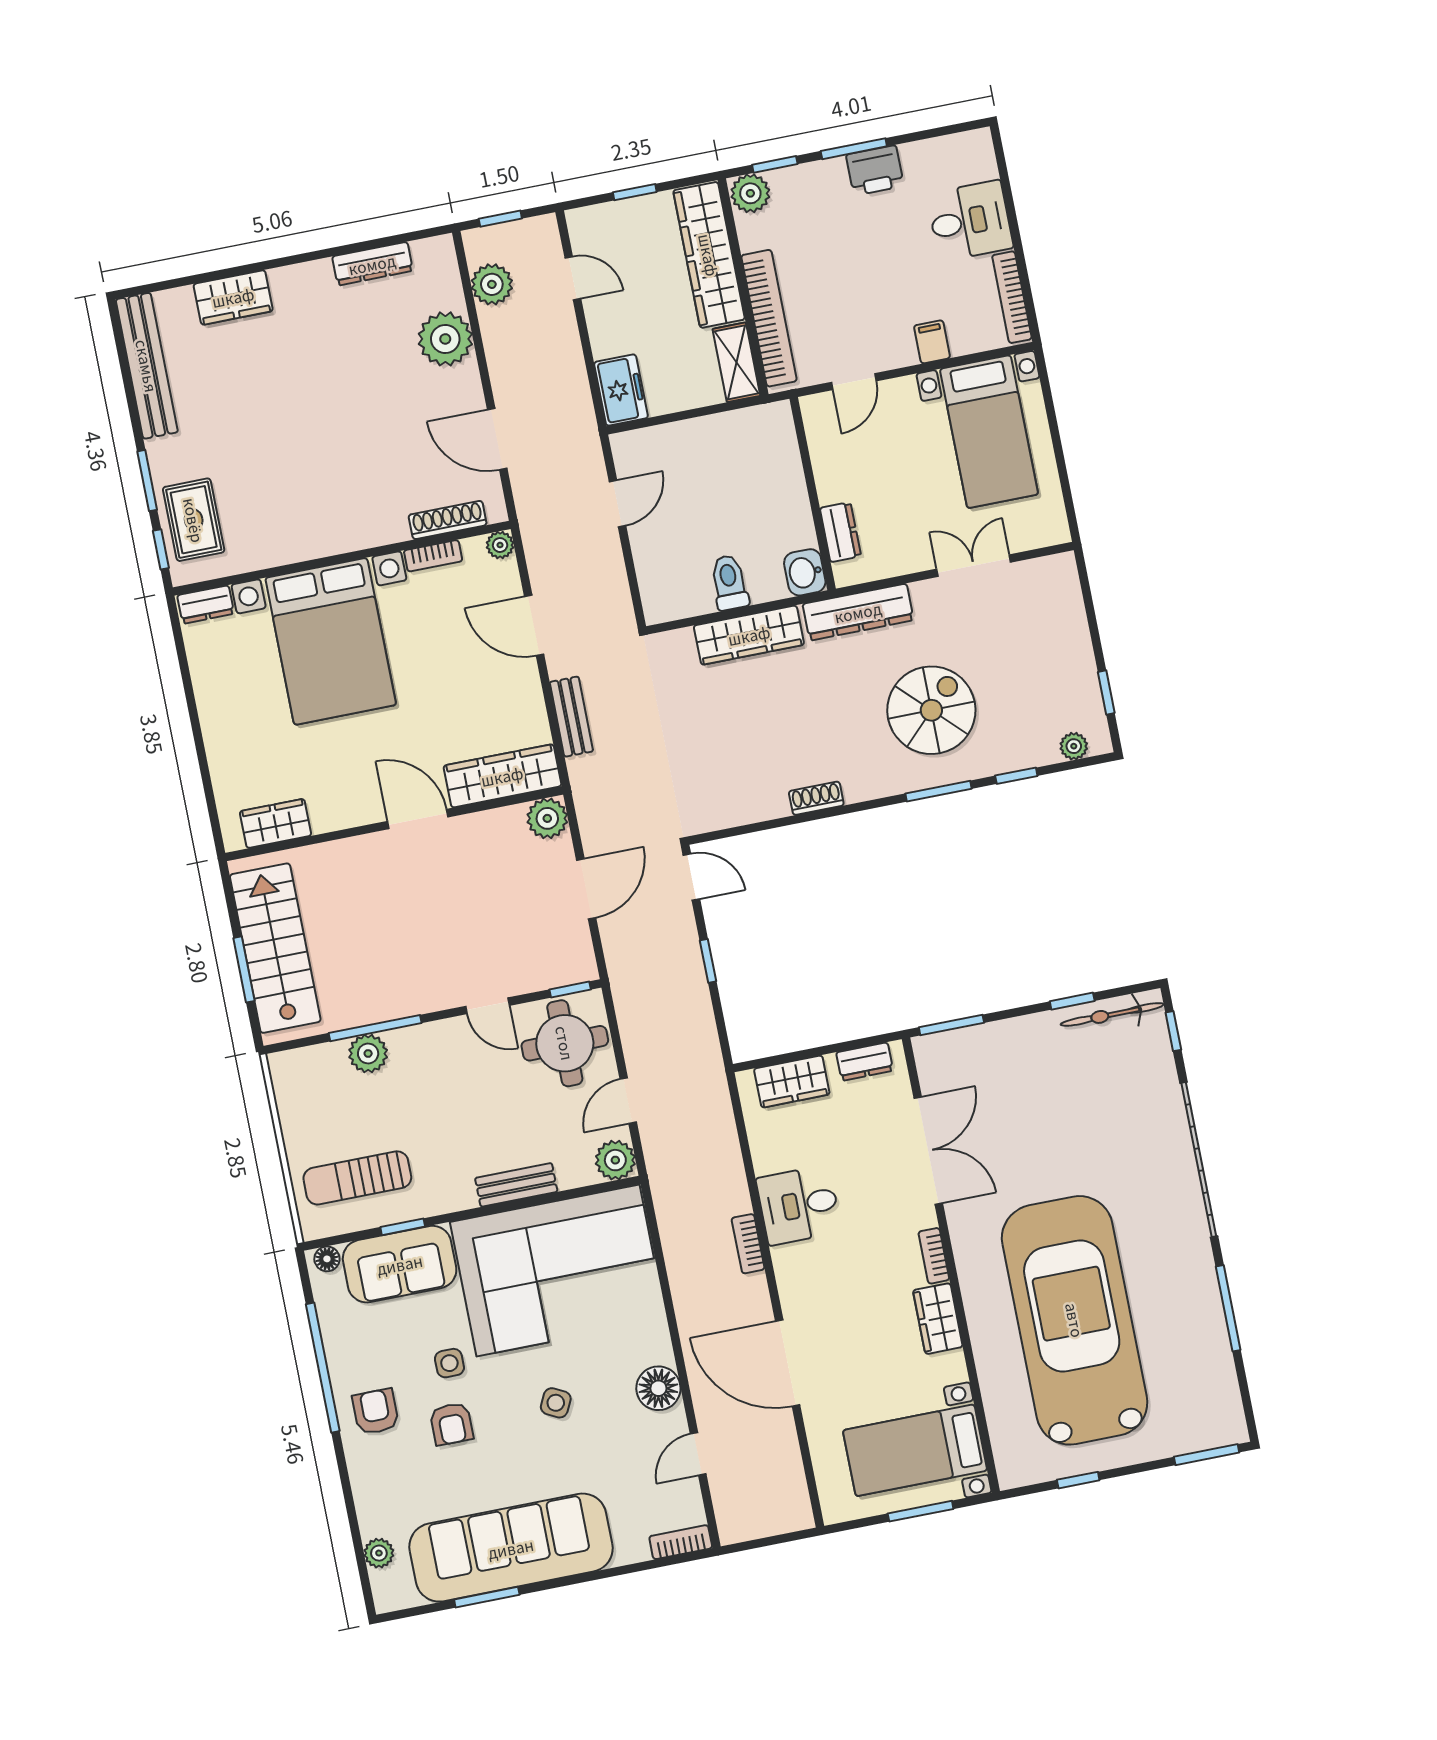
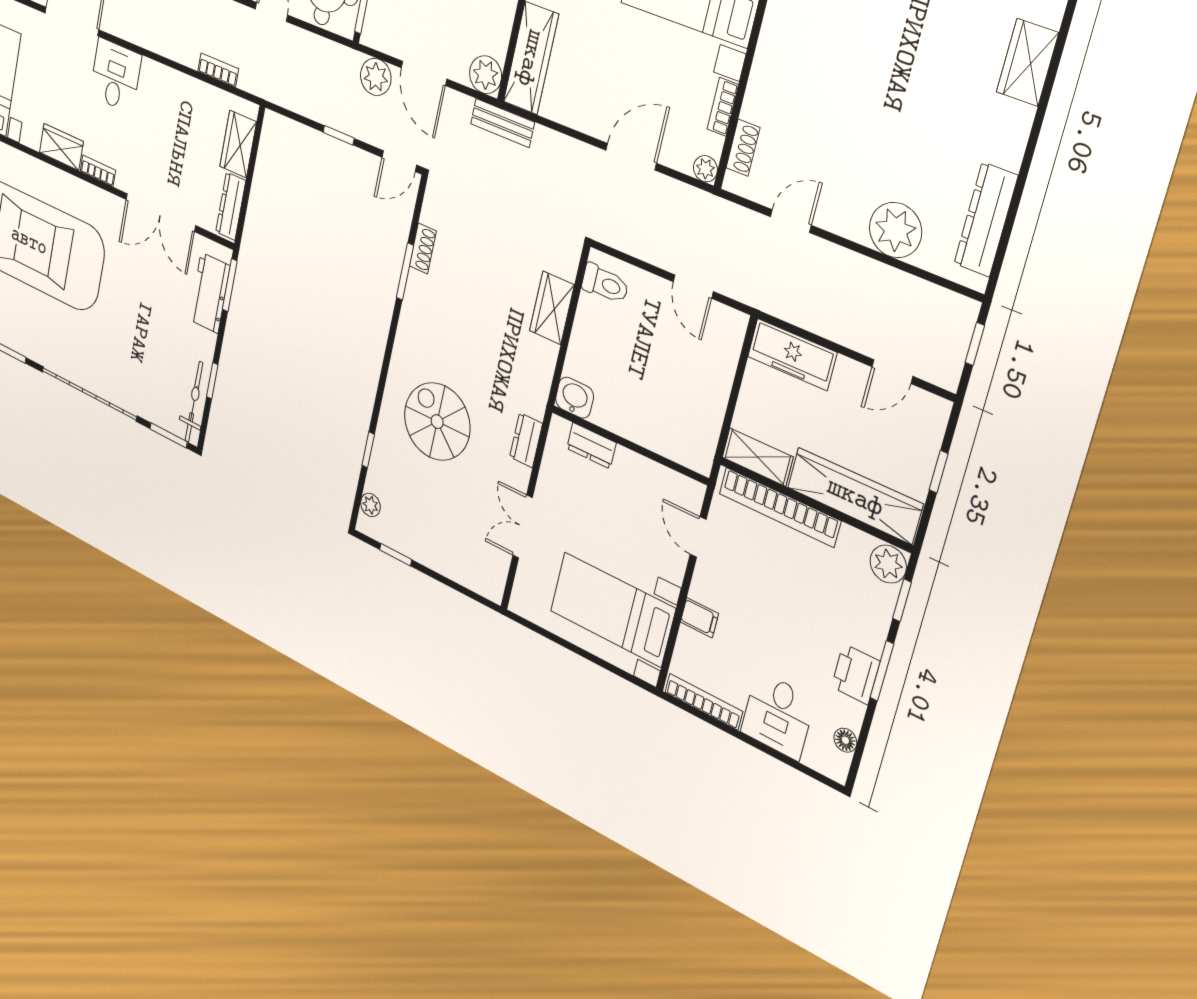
floor lamp: (945, 148) -> (845, 740), added
dresser: (372, 264) -> (986, 220), width x1.37, depth x1.24
plant: (492, 284) -> (376, 77), moved
freezer: (621, 390) -> (792, 355), width x1.40
door: (497, 439) -> (791, 221), width x0.73
shoe rack: (448, 520) -> (743, 148), width x0.70
double door: (974, 566) -> (523, 527), swing flipped
toilet: (729, 583) -> (605, 284), moved
dresser: (858, 612) -> (526, 440), width x0.51, depth x0.80
wardrobe: (749, 635) -> (552, 308), width x0.67
spiral stairs: (931, 710) -> (437, 422), turned 180
bench: (571, 717) -> (502, 123), moved
window: (938, 791) -> (405, 271), moved
shoe rack: (816, 798) -> (423, 249), moved
window: (1173, 1031) -> (169, 435), width x1.50
workbench: (977, 1047) -> (210, 293), added
dresser: (865, 1062) -> (231, 206), width x1.44
desk: (799, 1205) -> (116, 76), moved
bookcase: (748, 1244) -> (218, 70), moved

